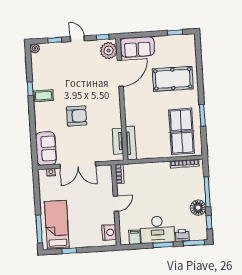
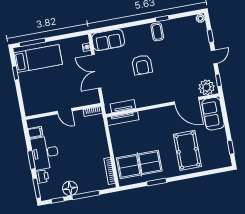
nightstand: (109, 232) -> (37, 108), removed

